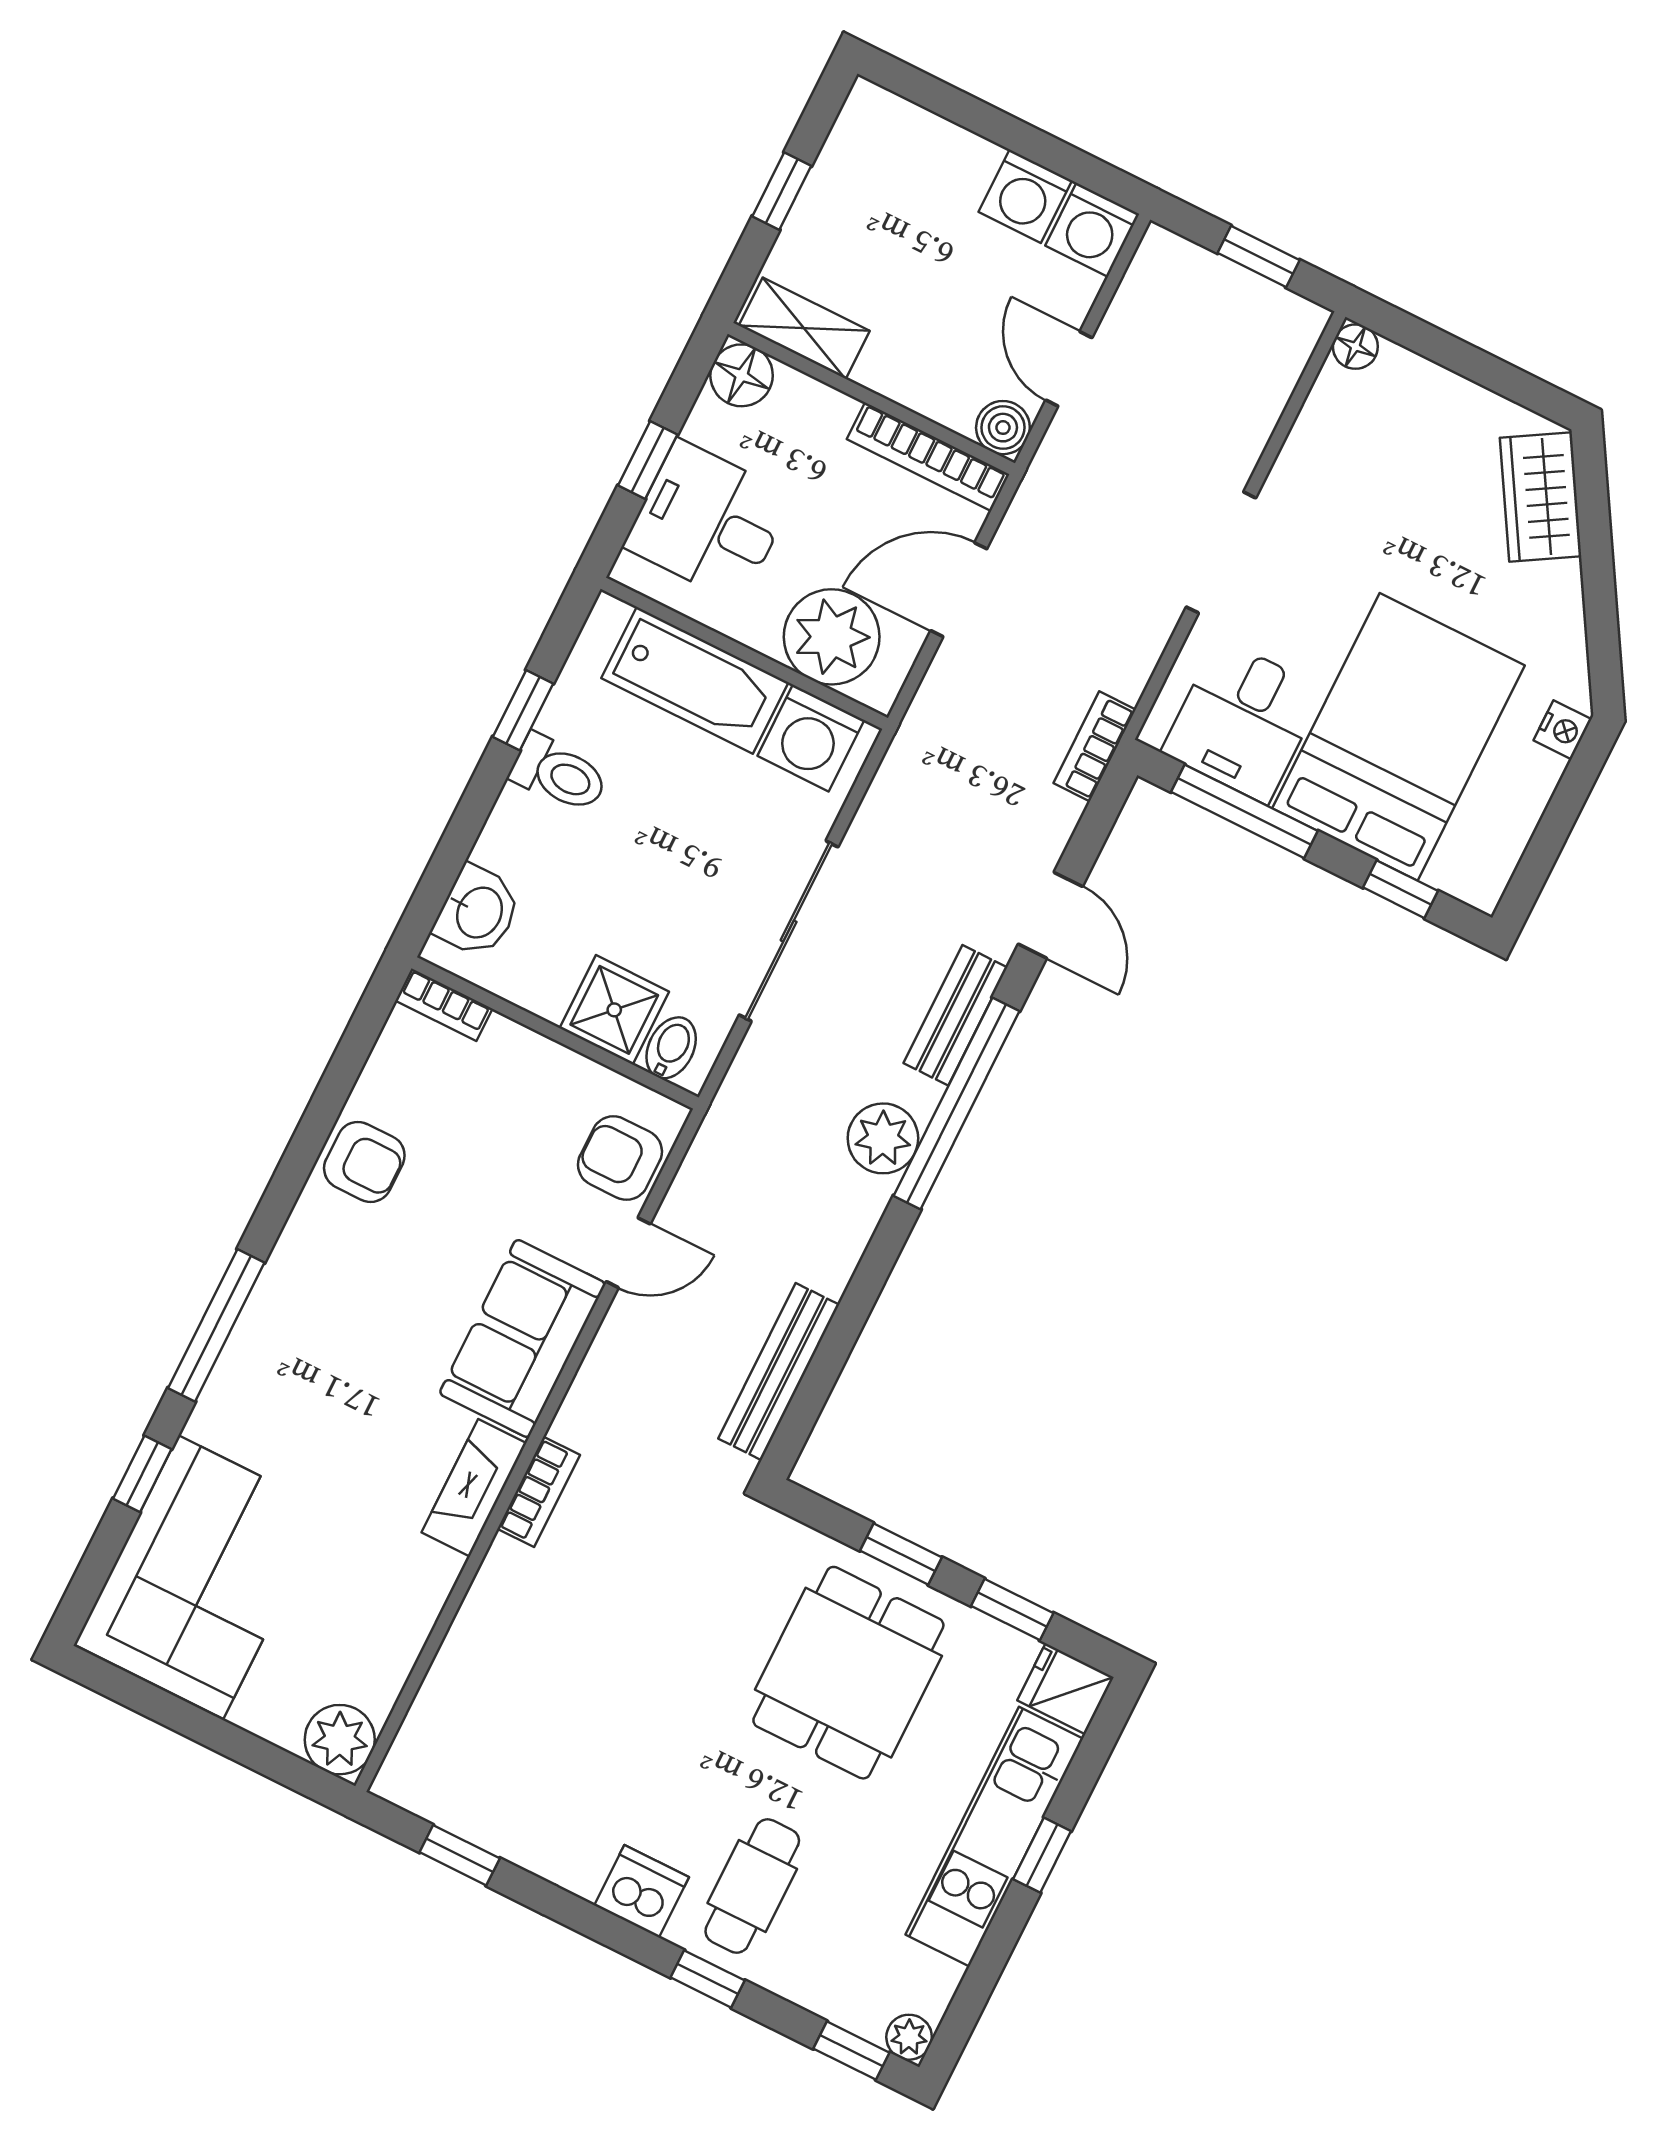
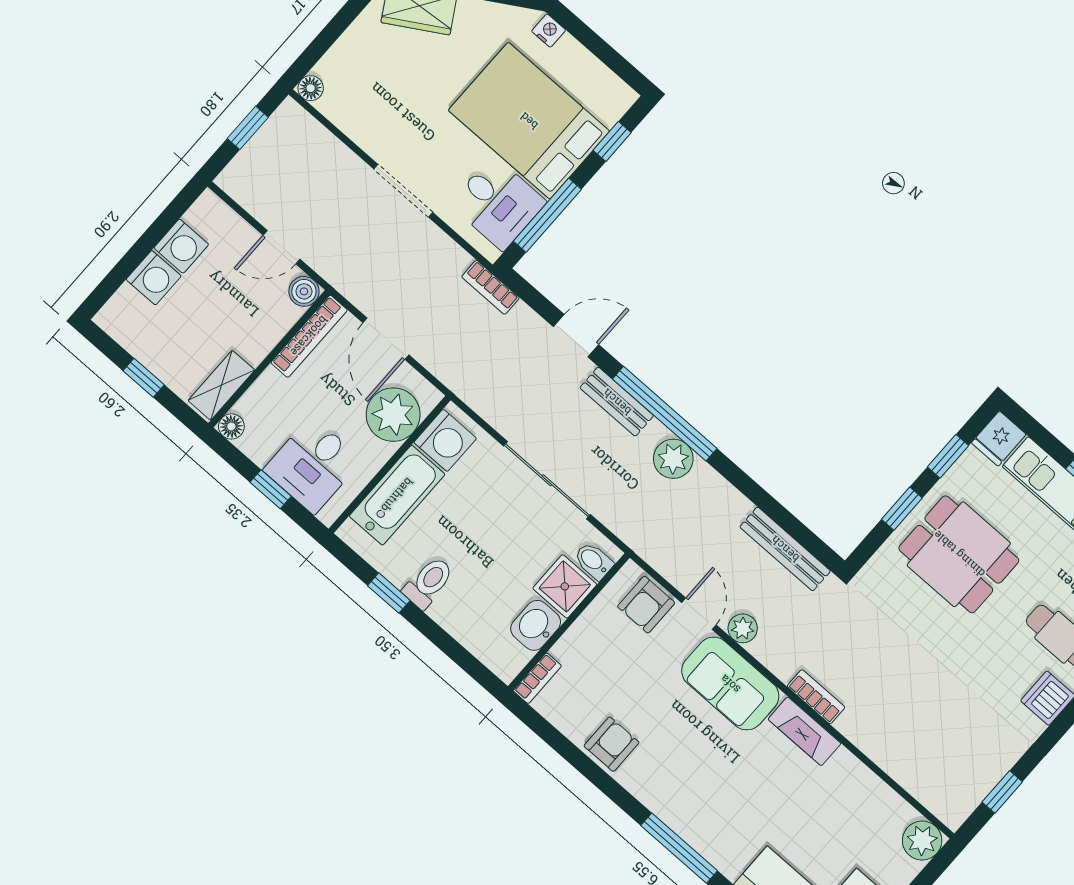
washing machine: (1092, 230) -> (154, 278), moved
floor lamp: (742, 375) -> (231, 426), width x0.73, depth x0.73
washbasin: (478, 912) -> (536, 625), moved, turned -90
plant: (623, 1335) -> (743, 628), added

